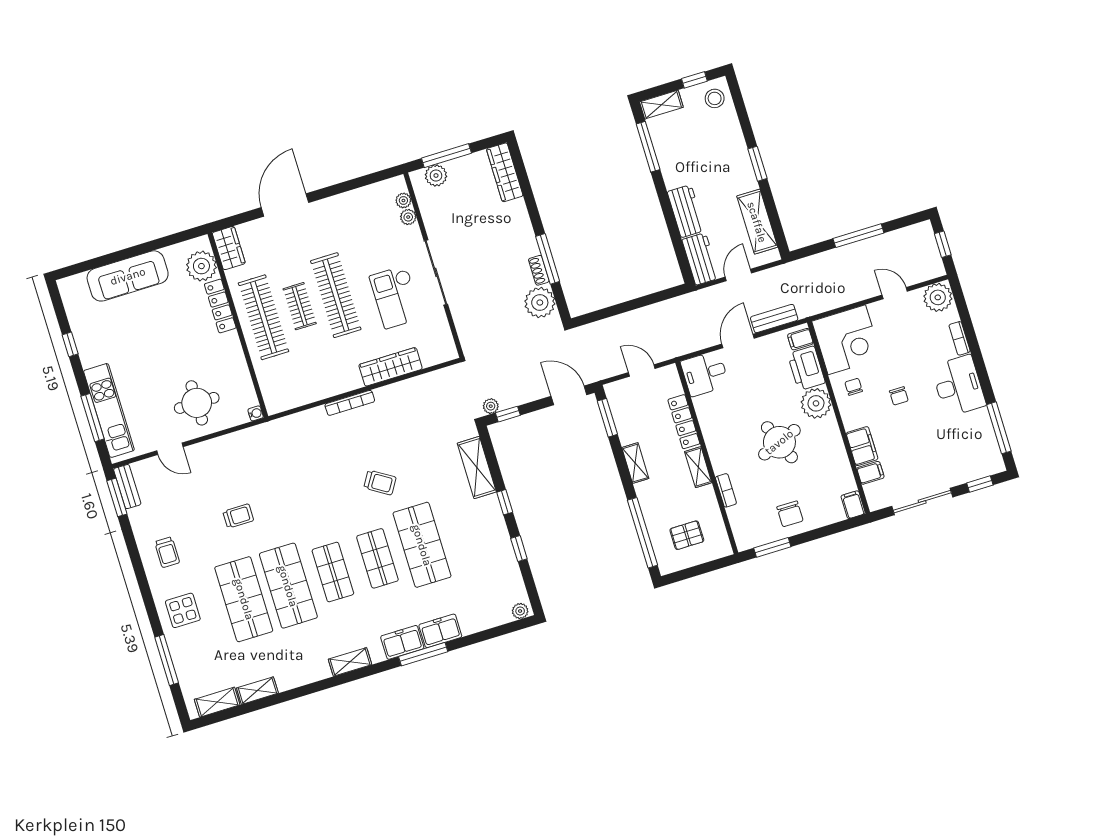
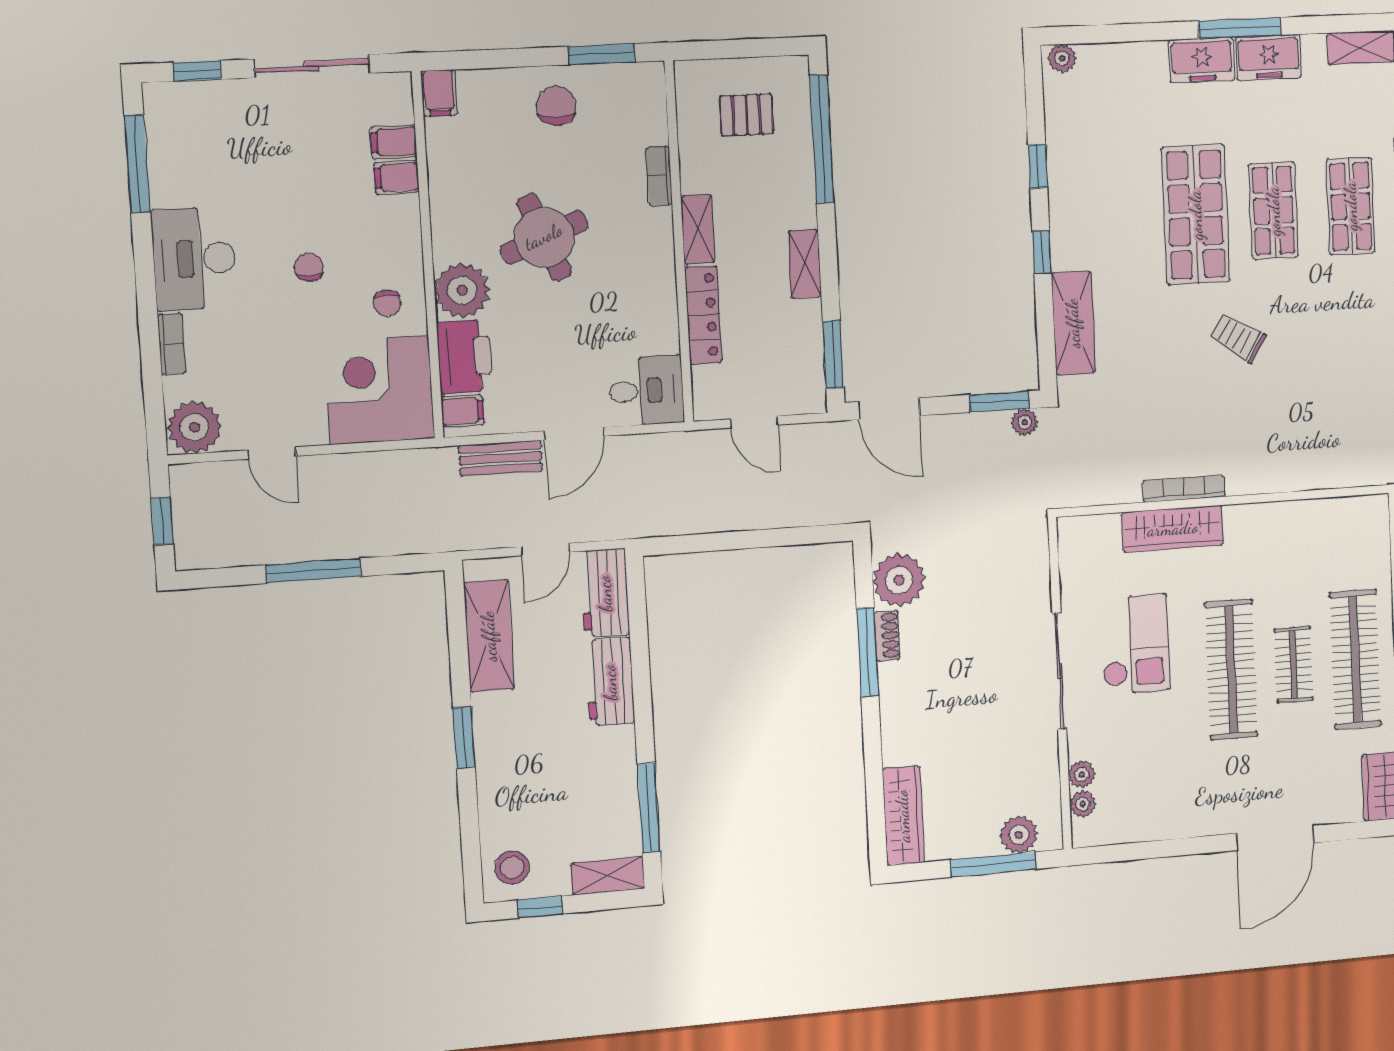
bookcase: (350, 403) -> (1184, 489), moved
window: (508, 414) -> (999, 402), width x1.50
filing cabinet: (862, 446) -> (397, 177), width x0.50

